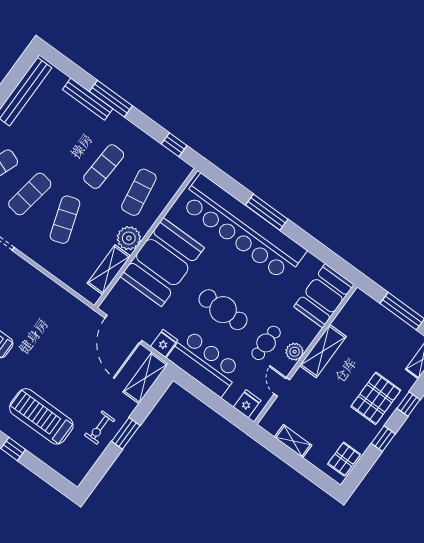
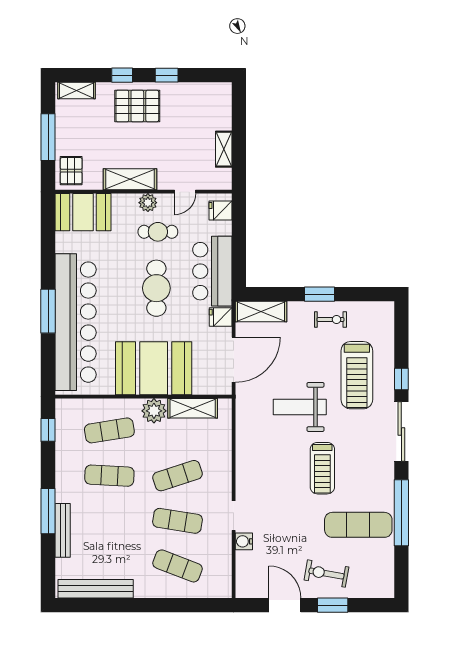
weight bench: (49, 354) -> (300, 407), added
pallet: (344, 459) -> (71, 171), moved, turned 90

